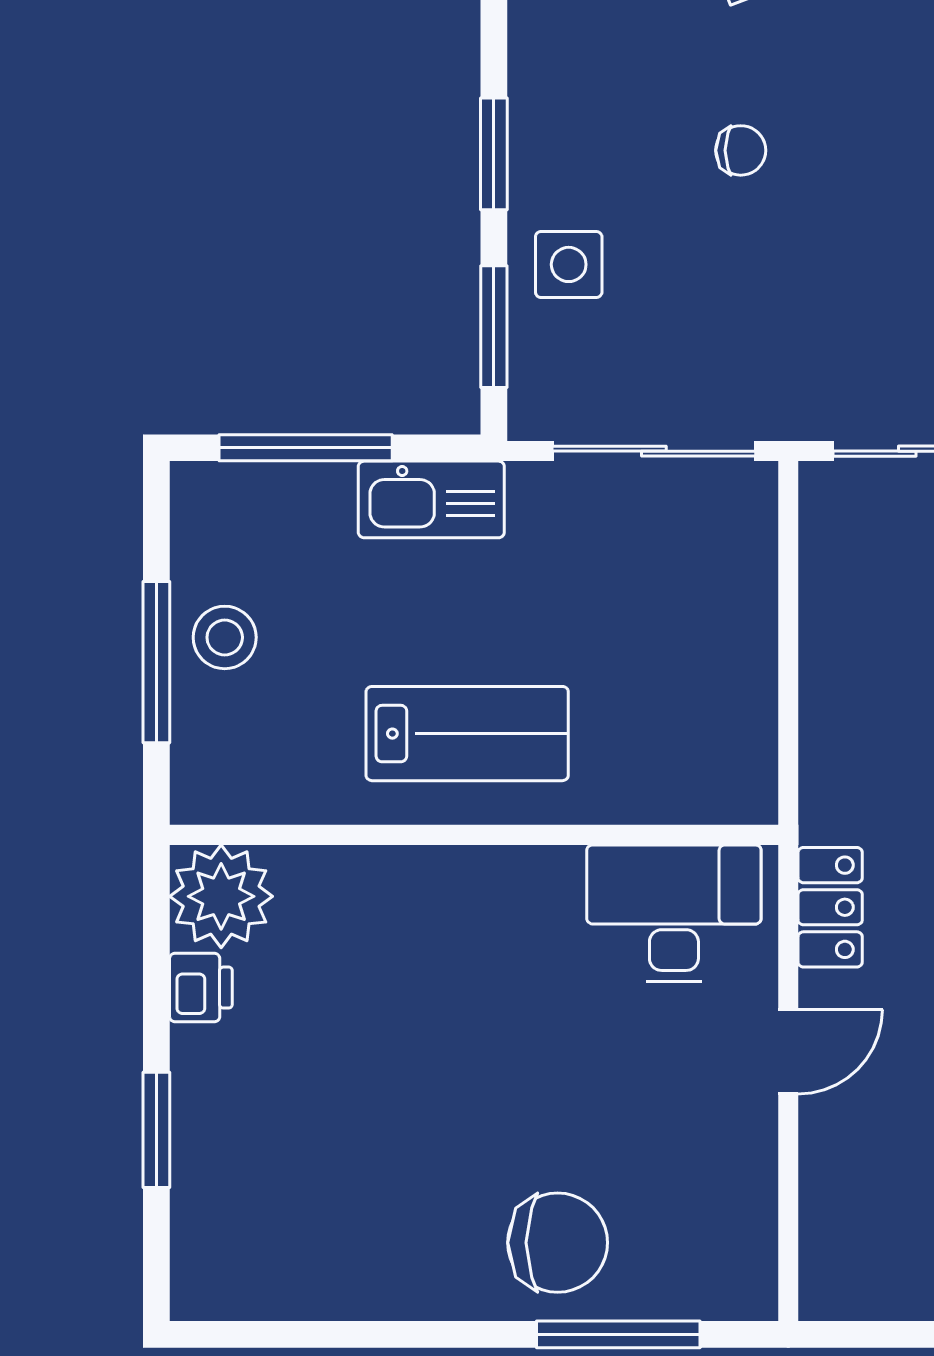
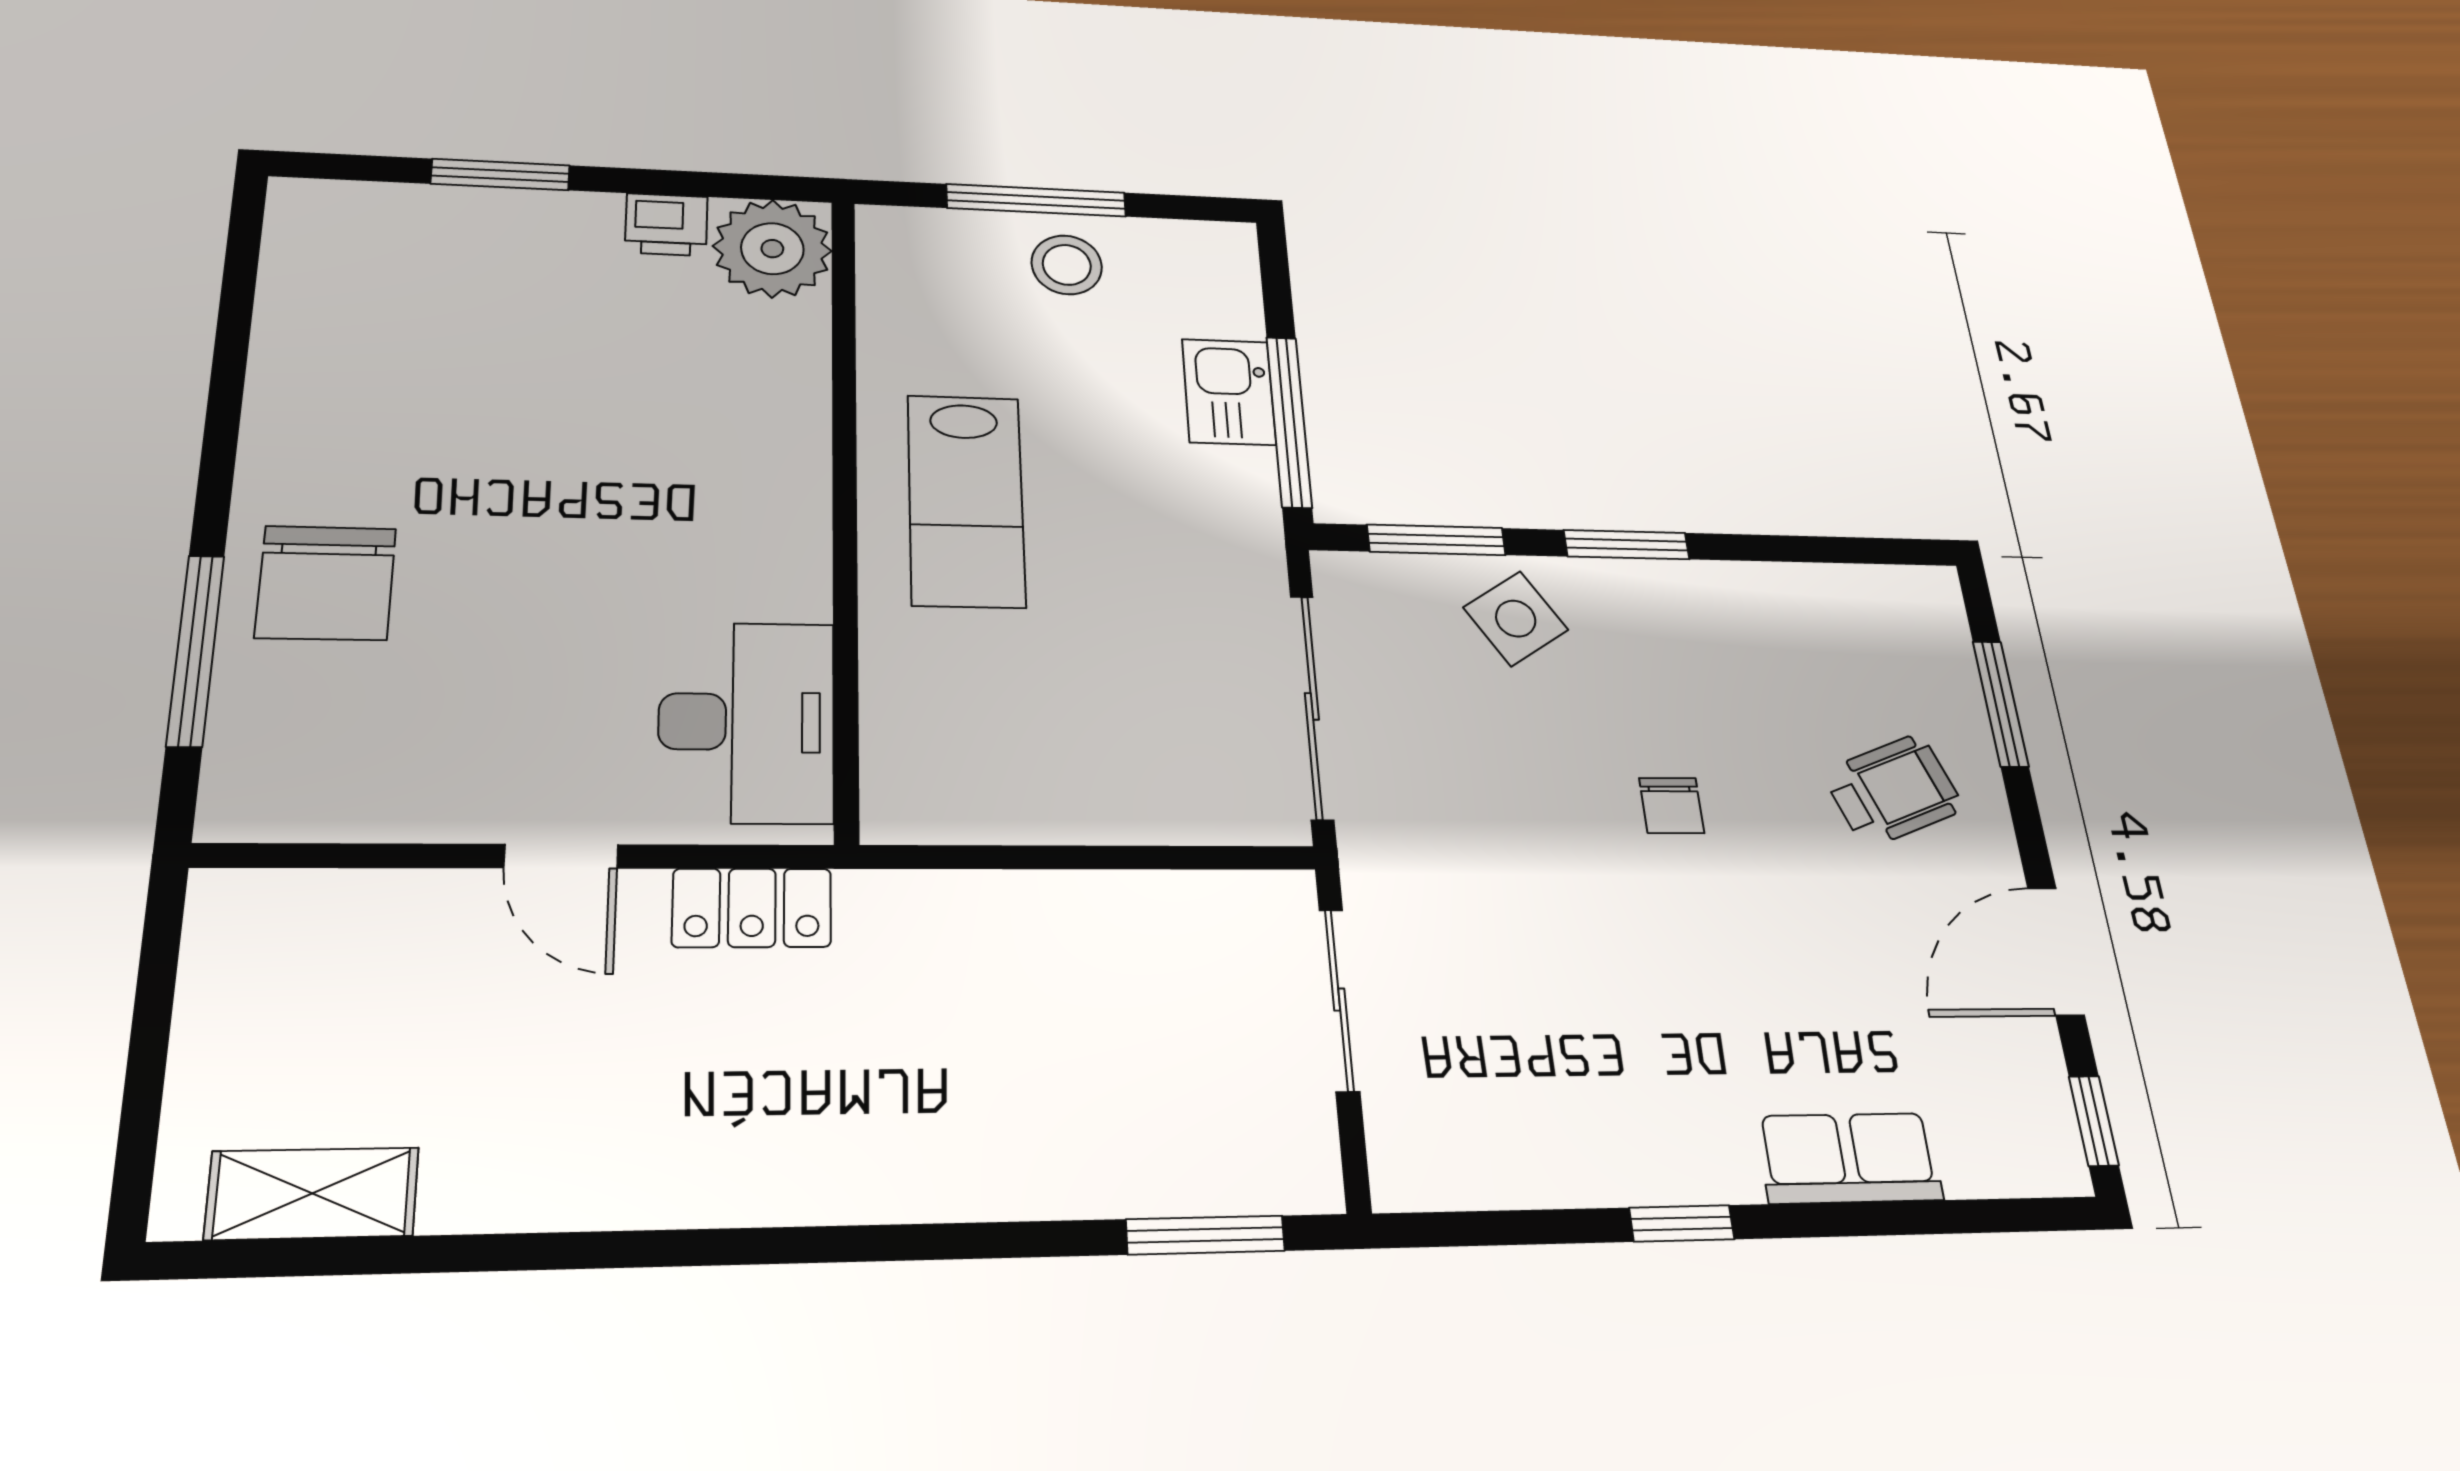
side table: (569, 264) -> (1516, 619), turned -33
window: (306, 448) -> (1289, 422), moved
kitchen sink: (431, 499) -> (1229, 392), moved, width x0.73

